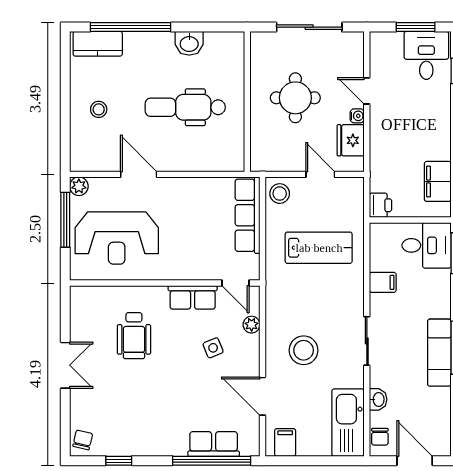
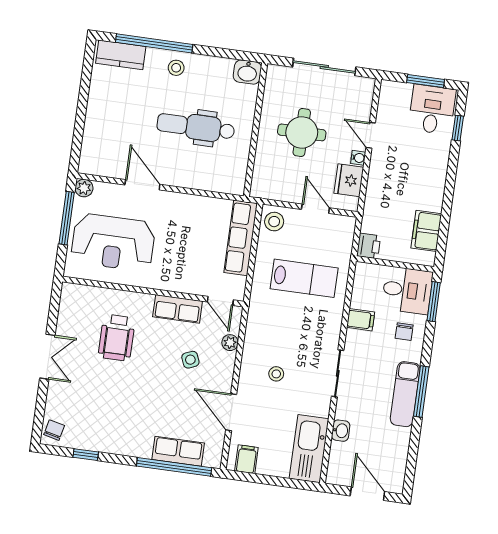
washbasin: (189, 43) -> (247, 72), moved
stool: (99, 109) -> (176, 68), moved
stool: (304, 350) -> (276, 374), width x0.53, depth x0.53
chair: (380, 437) -> (404, 332), moved

